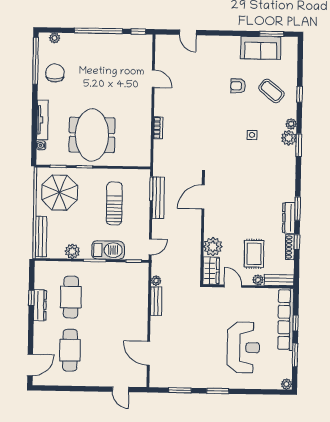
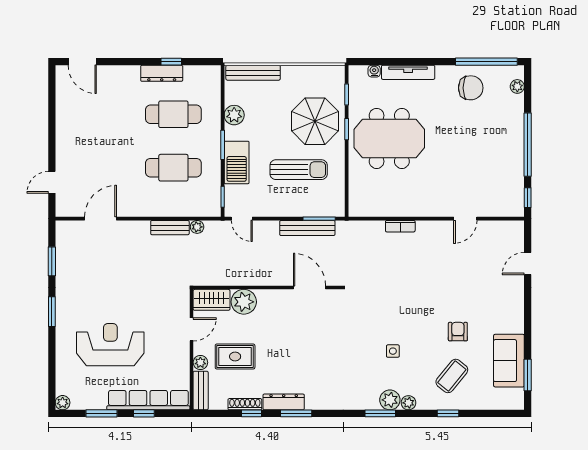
parasol: (60, 193) -> (315, 121), moved
reception desk: (243, 347) -> (110, 345), turned 180
cafe table: (70, 350) -> (173, 168), moved

